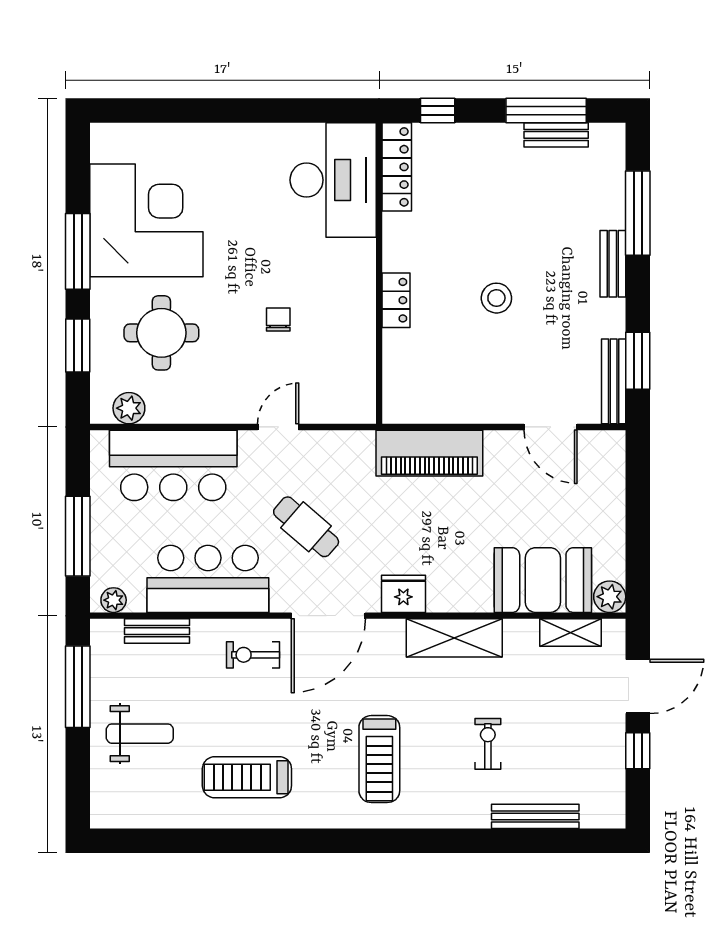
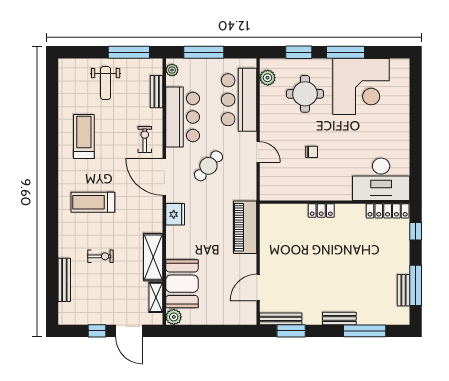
stool: (496, 298) -> (322, 261), removed
shelving: (454, 638) -> (153, 257), moved

